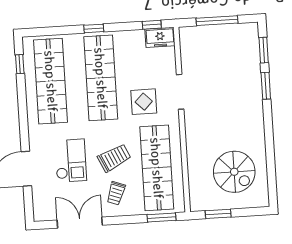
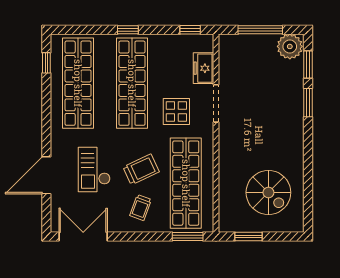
plant: (246, 35) -> (290, 46), added
freezer: (160, 37) -> (203, 68), moved, turned 90
checkout: (71, 161) -> (94, 170), turned 180
double door: (80, 223) -> (83, 236), moved

